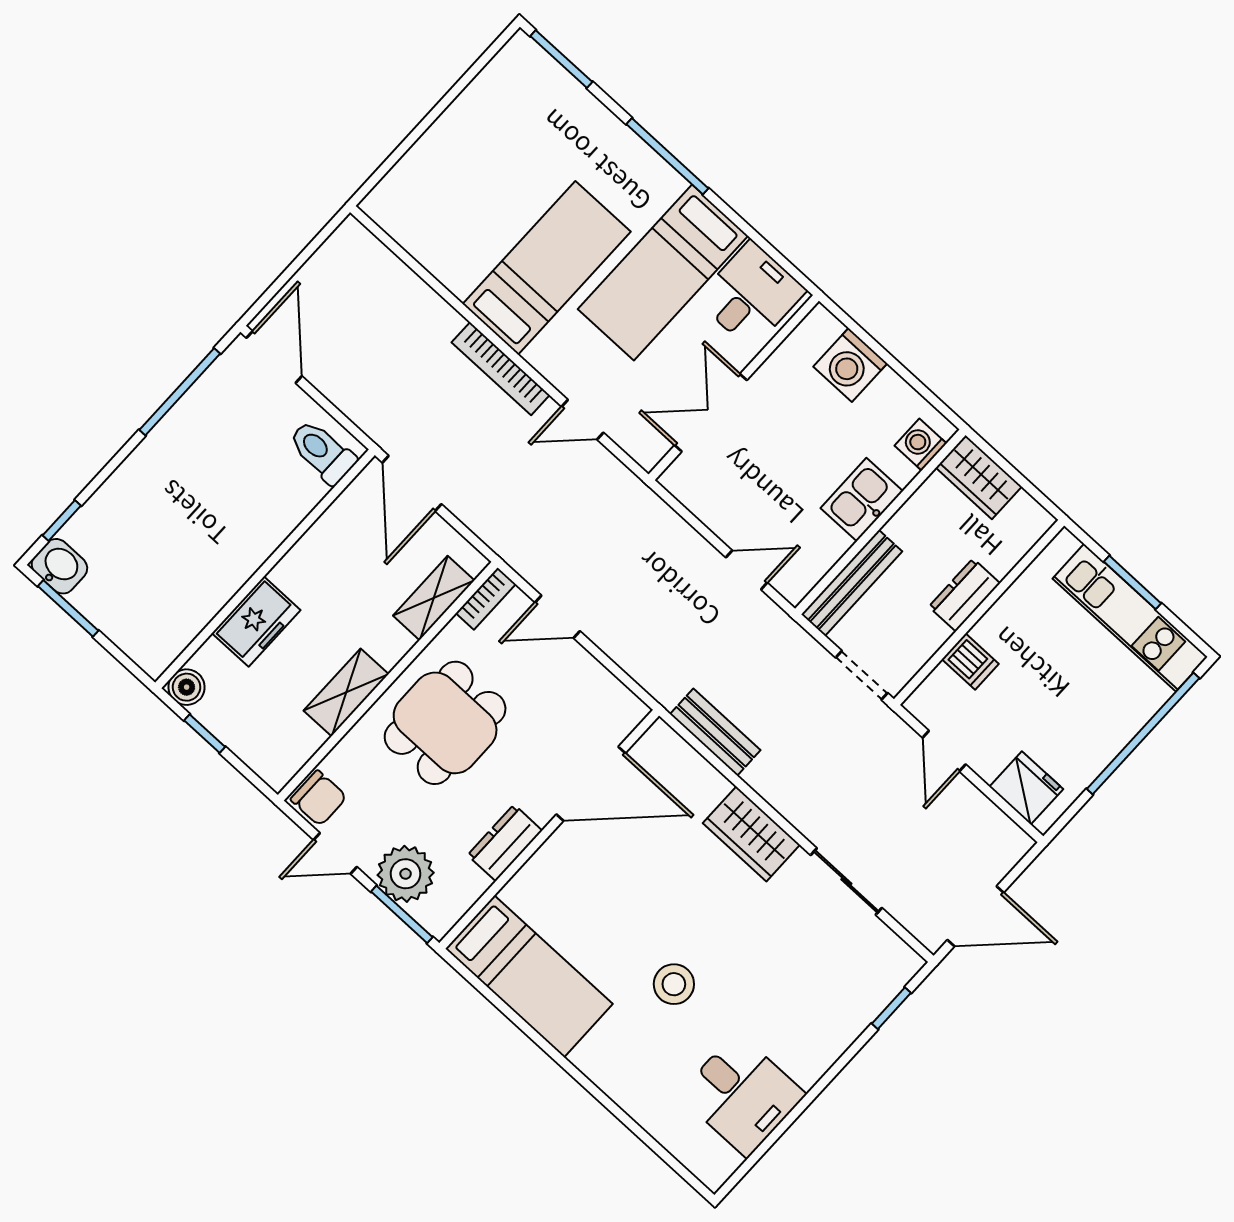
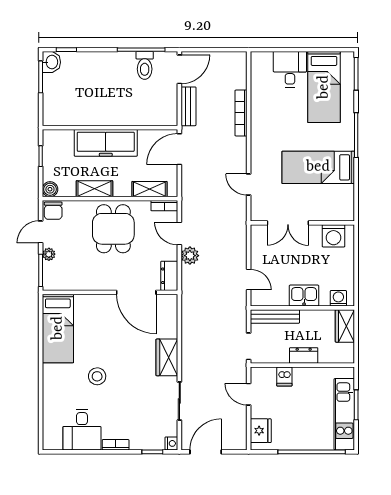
bed: (547, 268) -> (324, 87), moved, turned 90
desk: (751, 295) -> (290, 69), moved, turned -90
washing machine: (850, 365) -> (334, 236), moved, turned -90
bookcase: (501, 369) -> (241, 113), moved
double door: (711, 413) -> (288, 223), swing flipped
toilet: (322, 452) -> (145, 65), moved, turned 180
freezer: (256, 622) -> (106, 143), width x1.91, depth x1.26
plant: (612, 633) -> (190, 256), added
boiler: (187, 687) -> (50, 189), moved
dining table: (445, 723) -> (113, 229), turned 90
bench: (715, 732) -> (188, 106), moved
door: (944, 751) -> (249, 394), hinge flipped
dresser: (505, 843) -> (169, 276), moved, turned -90
door: (335, 853) -> (41, 232), hinge flipped
plant: (406, 874) -> (49, 254), width x0.53, depth x0.53
door: (976, 916) -> (206, 452), swing flipped
nightstand: (907, 962) -> (171, 443), added
bookcase: (821, 1060) -> (116, 445), added

